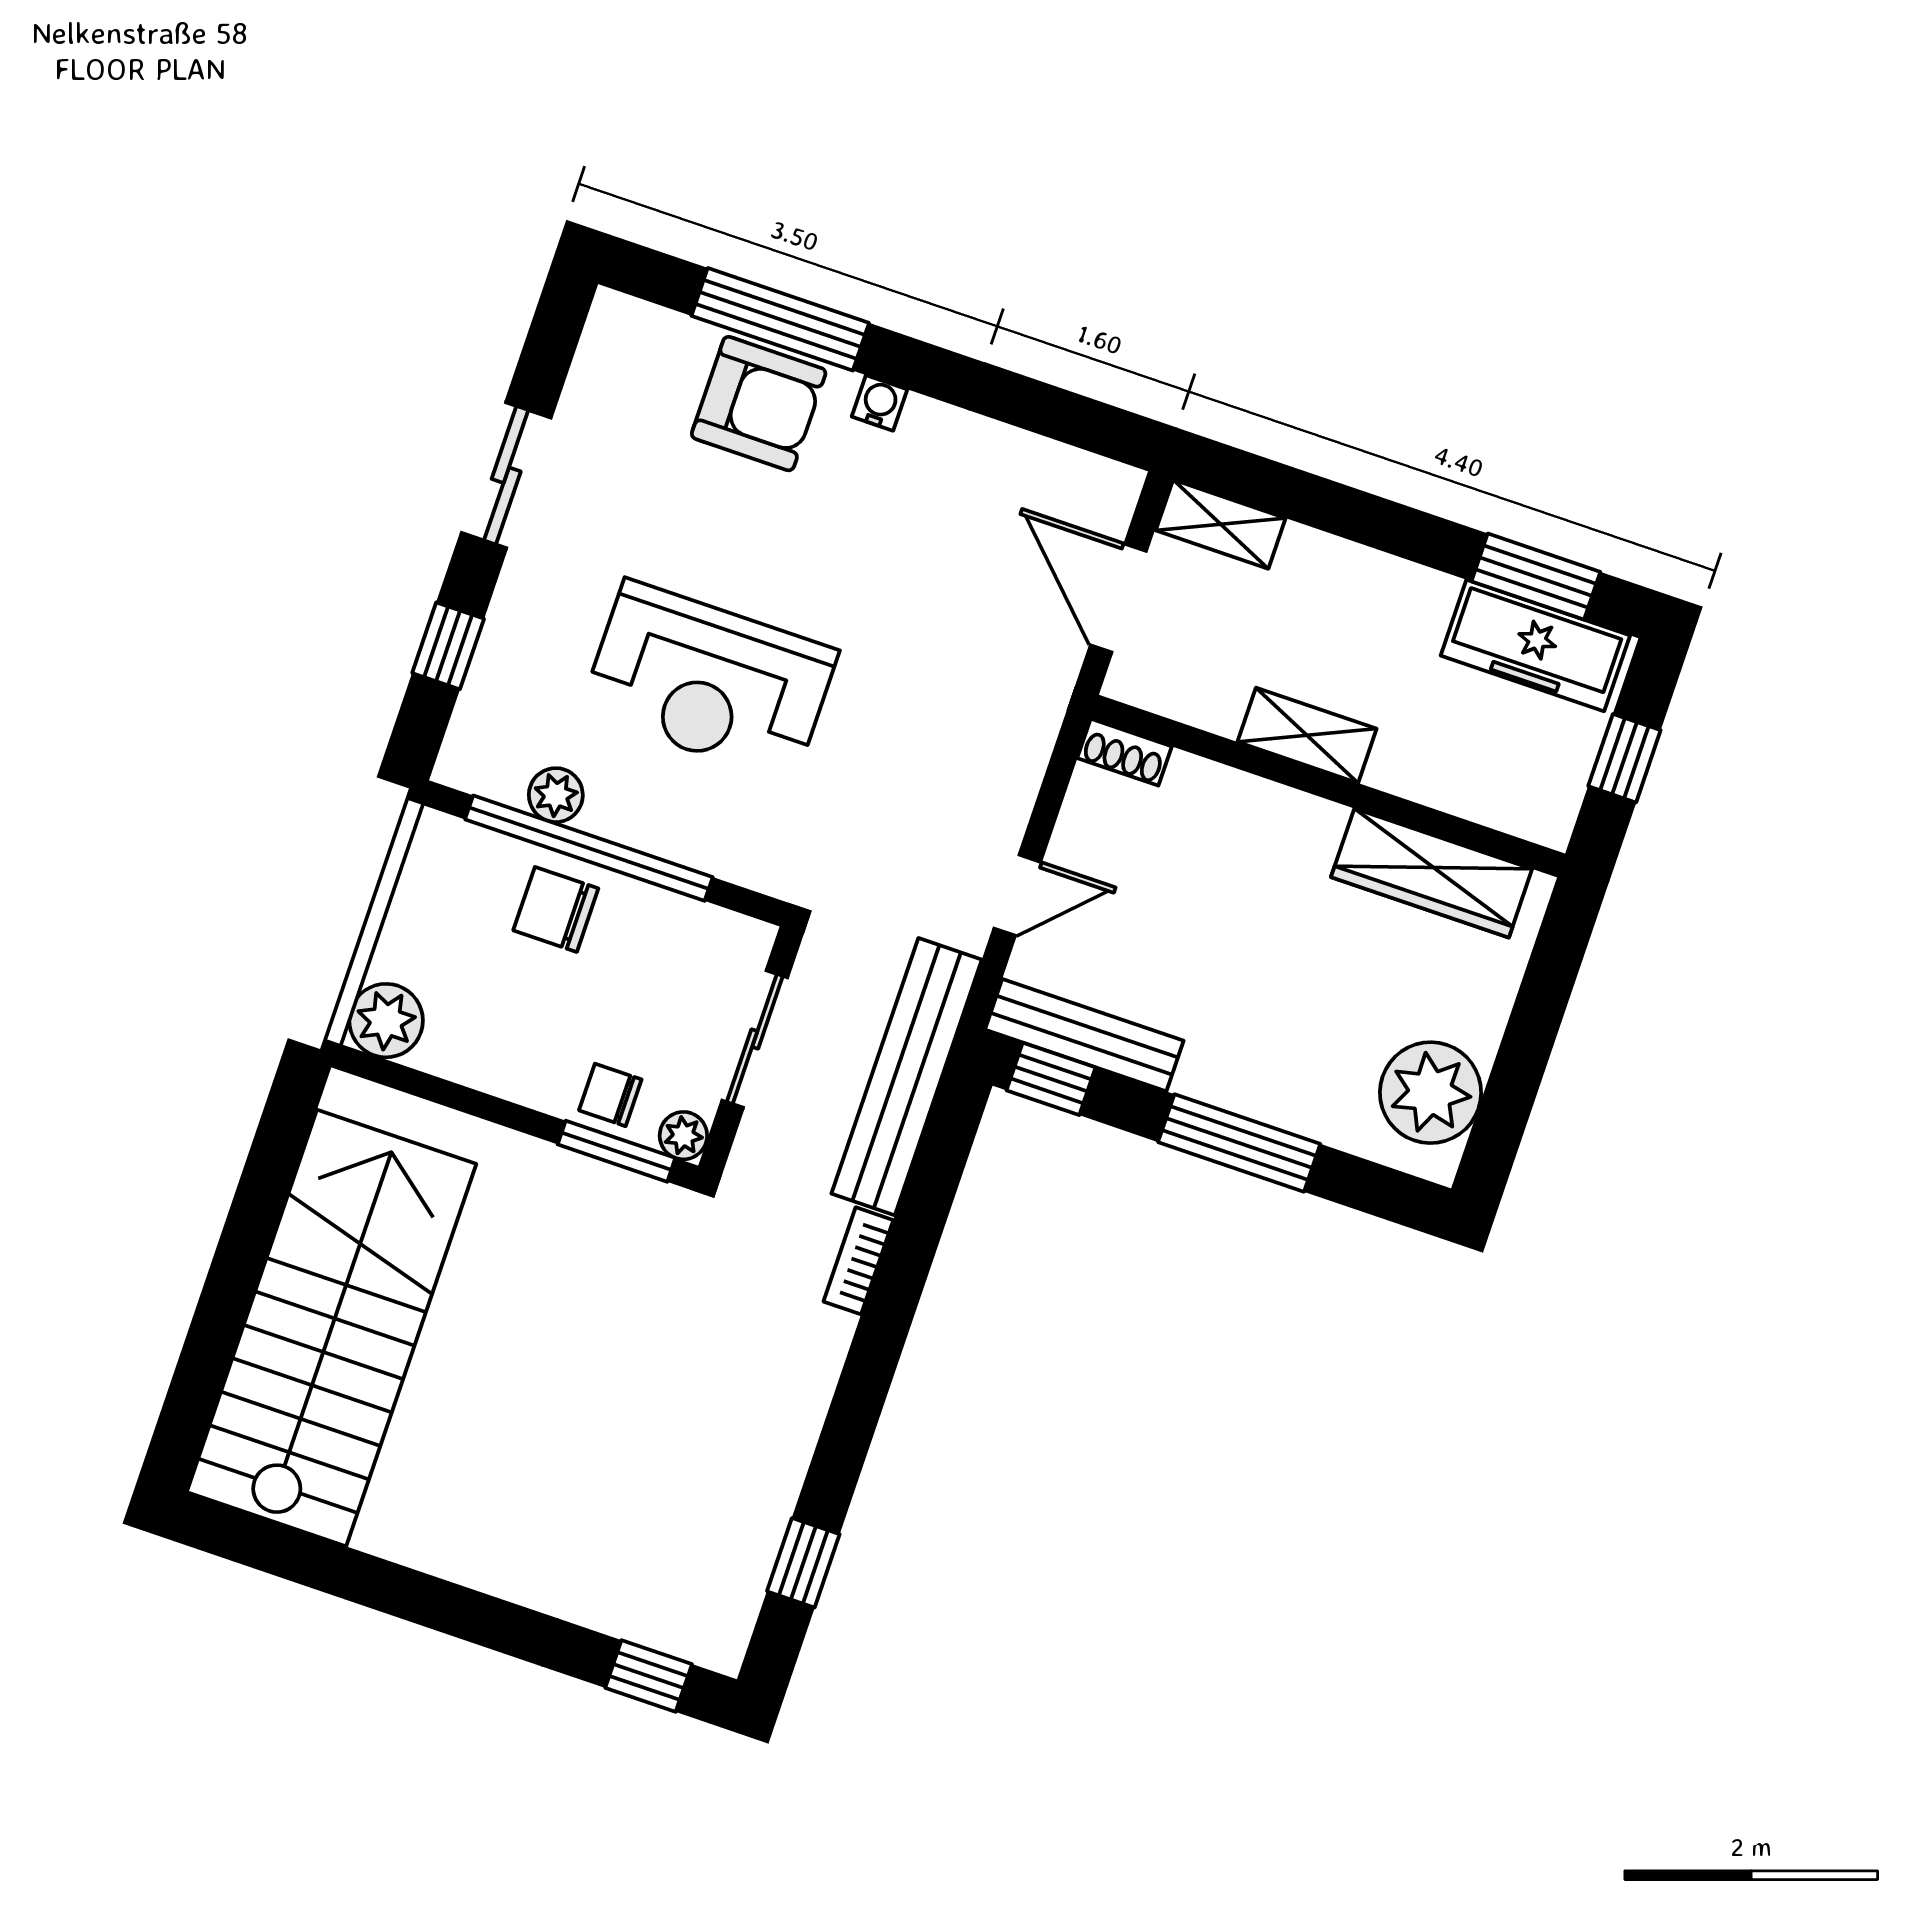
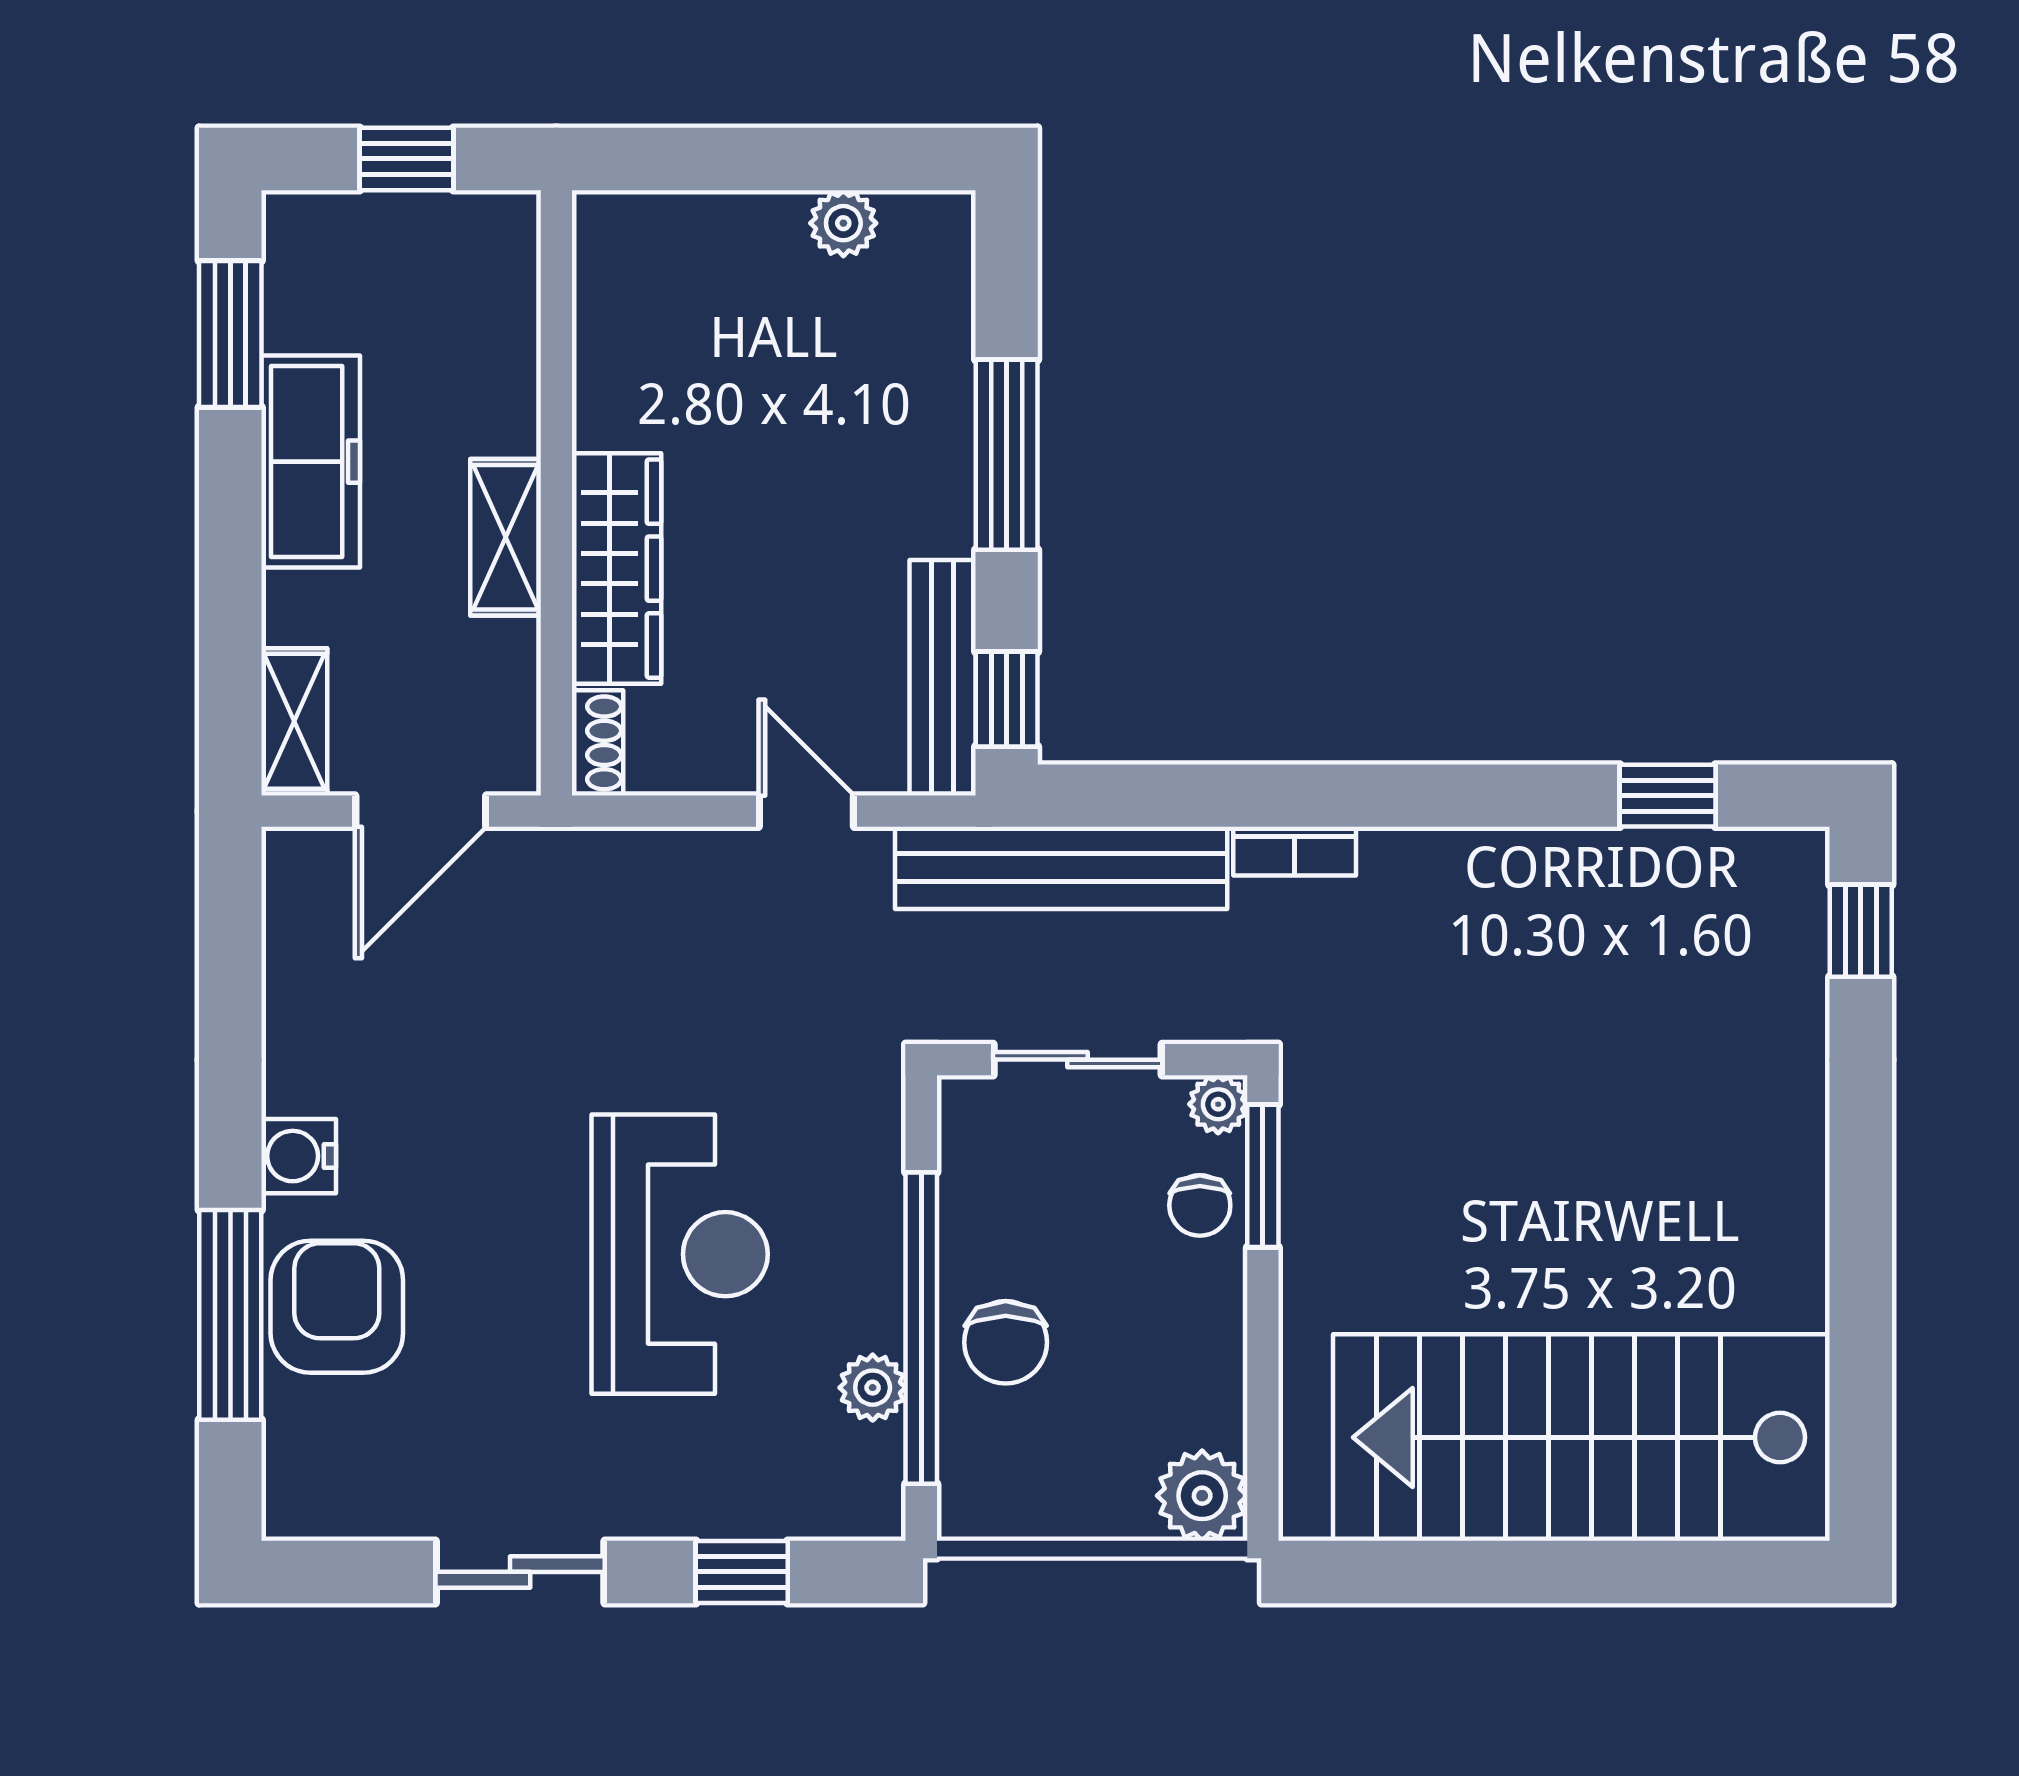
water cooler: (879, 403) -> (299, 1156), width x1.38, depth x1.38
freezer: (1535, 645) -> (311, 462), moved
wardrobe: (1432, 873) -> (617, 569), moved
plant: (1431, 1093) -> (843, 223), width x0.53, depth x0.53

